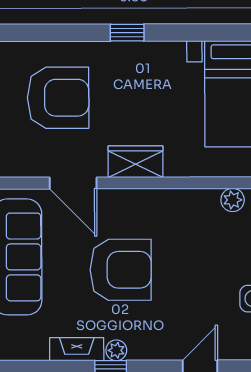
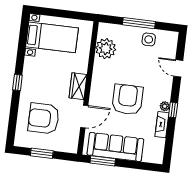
armchair: (58, 98) -> (44, 118), turned -90
plant: (233, 200) -> (106, 49), width x1.88, depth x1.88

